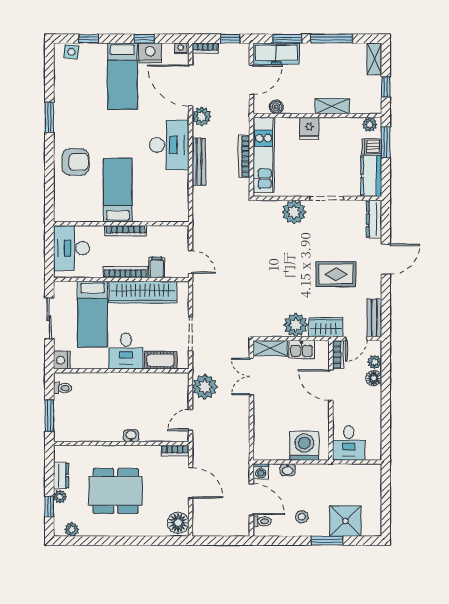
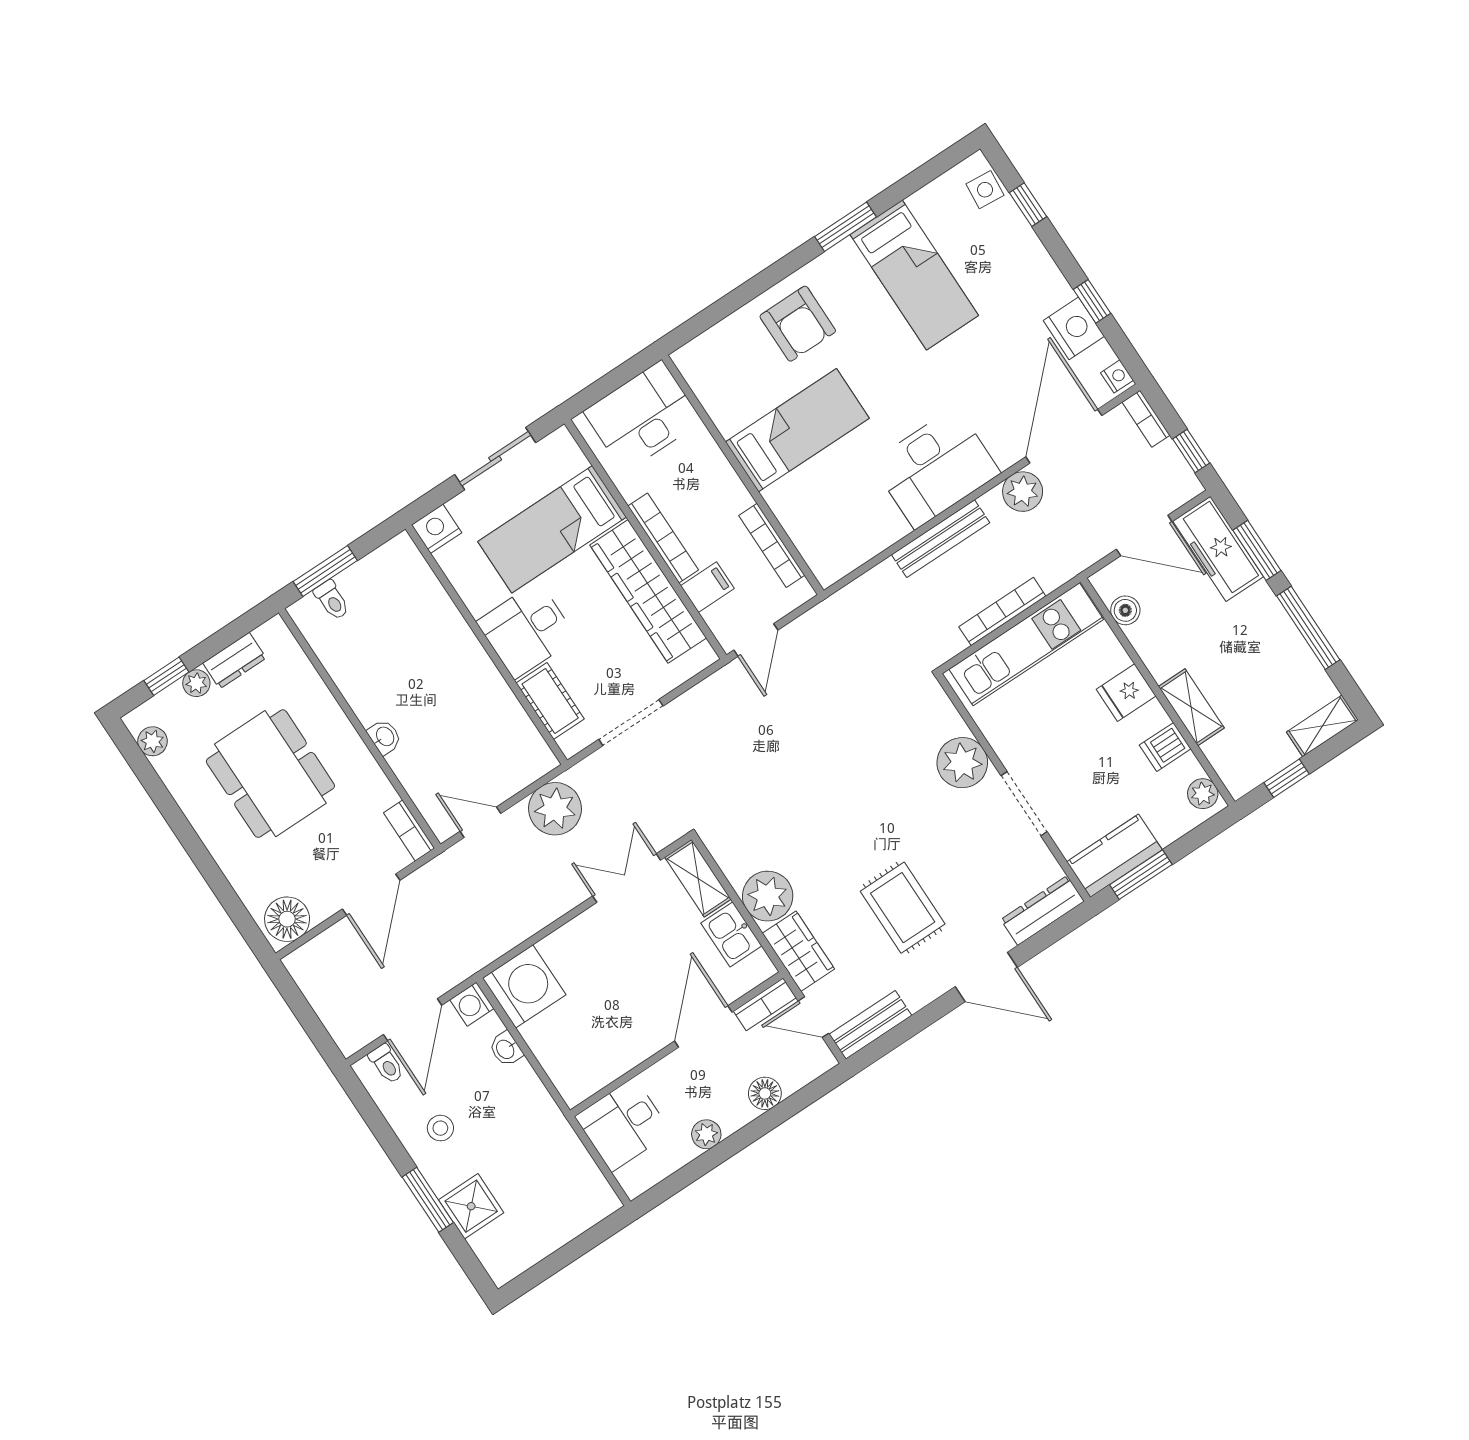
bed: (123, 76) -> (914, 275), moved, turned -90
window: (386, 142) -> (1141, 875), moved
dishwasher: (372, 146) -> (1165, 747), moved, turned -90
bookcase: (126, 231) -> (772, 545), moved
plant: (375, 362) -> (706, 1134), moved
toilet: (63, 388) -> (332, 600), moved
washing machine: (304, 446) -> (524, 986), moved
shower: (345, 521) -> (471, 1206), width x0.73, depth x0.73

